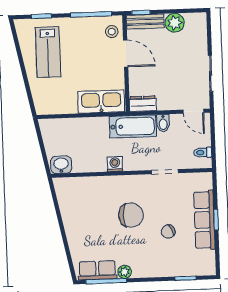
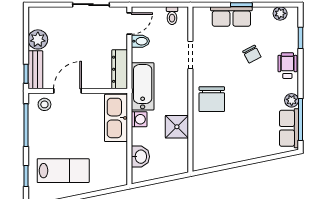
dresser: (143, 104) -> (120, 69), width x1.44
bidet: (163, 123) -> (140, 41), moved
shower: (95, 161) -> (177, 127), added
washing machine: (115, 164) -> (139, 119), moved, turned 180
washbasin: (61, 165) -> (140, 157), moved, turned 180
chair: (131, 215) -> (212, 99), moved, turned 180
row of seats: (204, 220) -> (231, 16), width x0.68
plant: (209, 257) -> (280, 13), added
wheelchair: (158, 266) -> (287, 66), added

